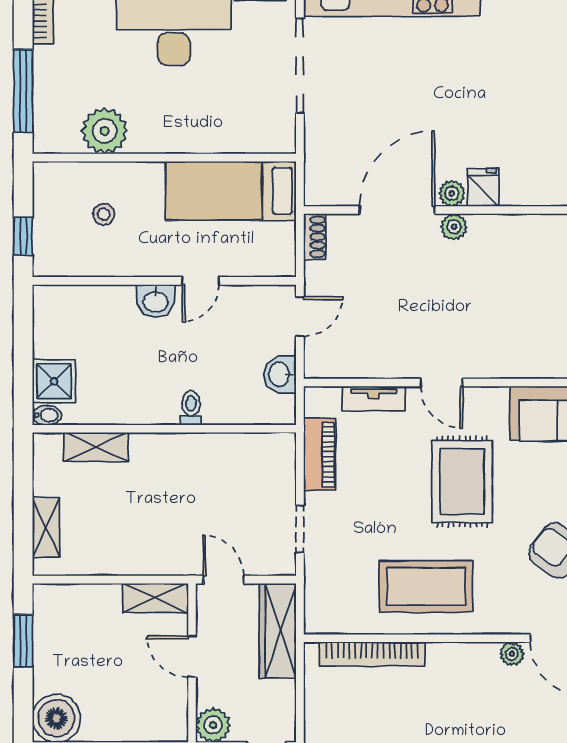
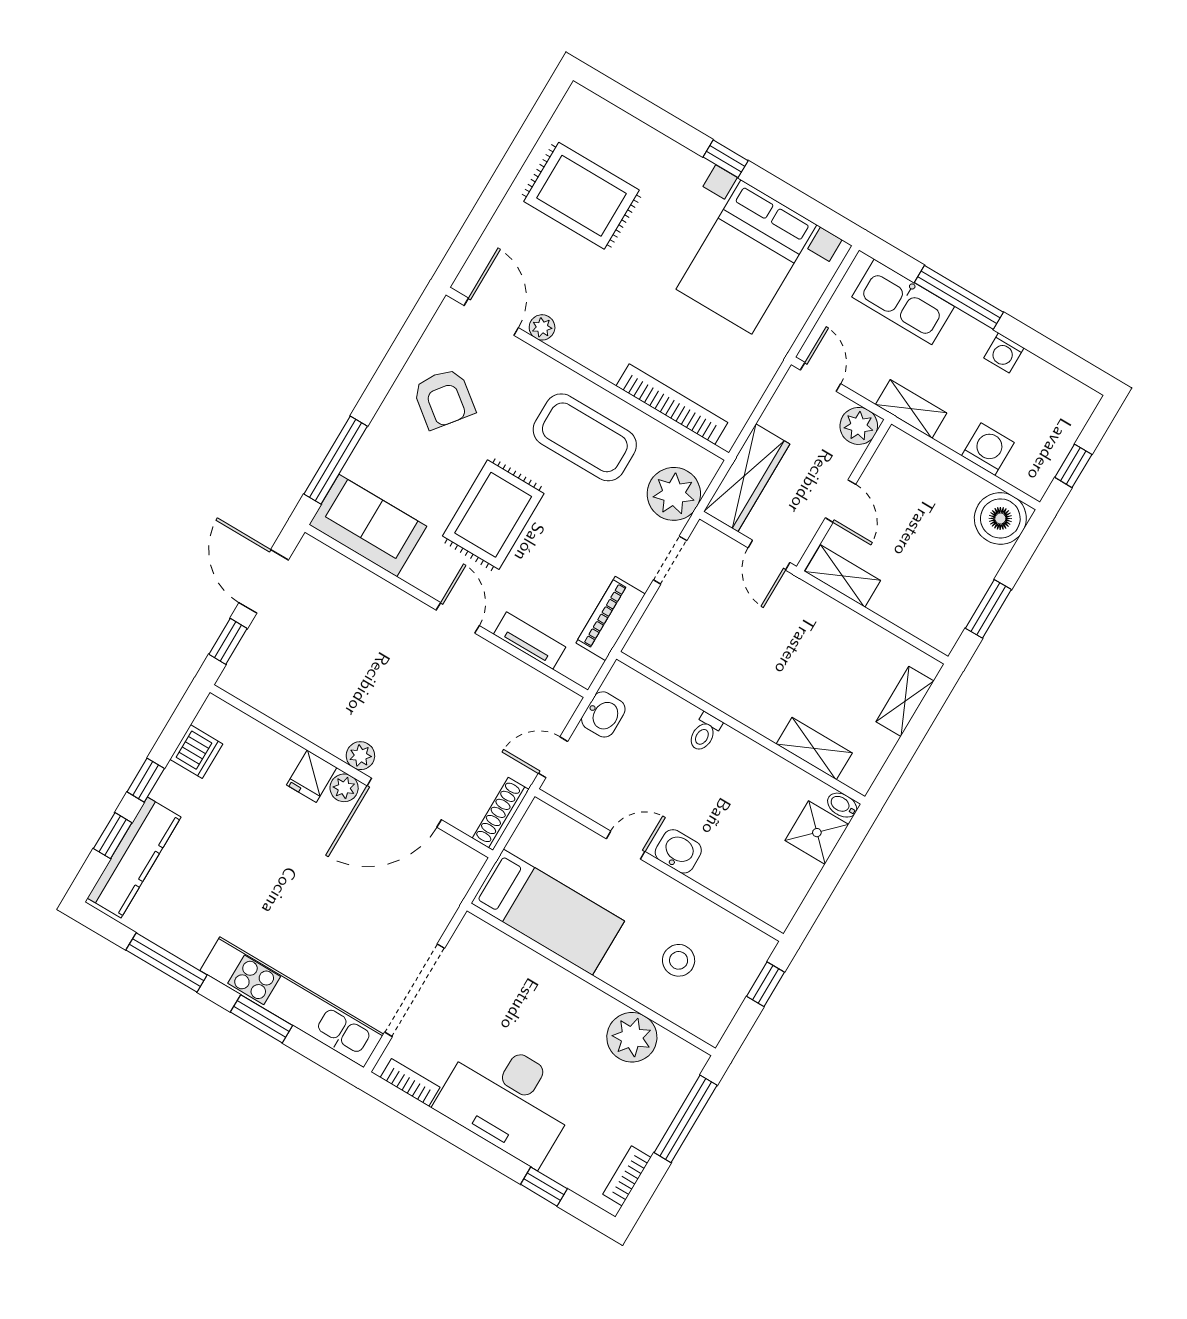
stool: (104, 214) -> (679, 960), width x1.37, depth x1.37
shoe rack: (315, 237) -> (501, 814), width x1.43
plant: (328, 583) -> (674, 494), added

